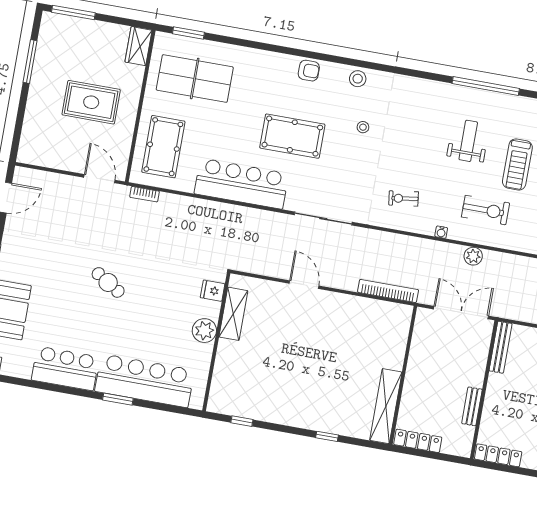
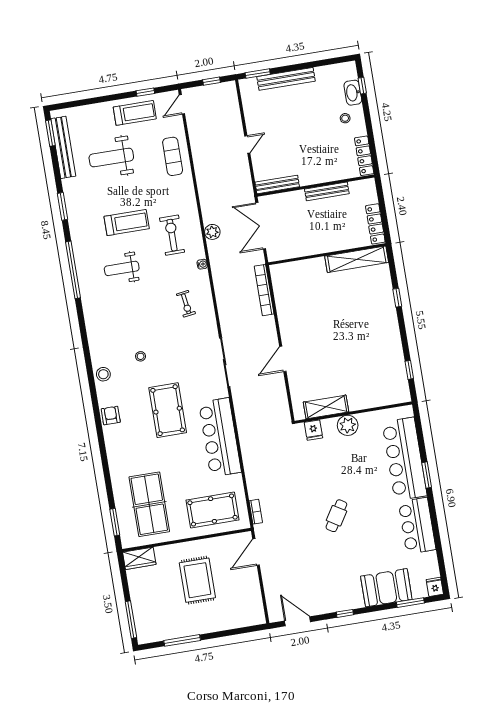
bench: (472, 406) -> (327, 191), width x1.36

